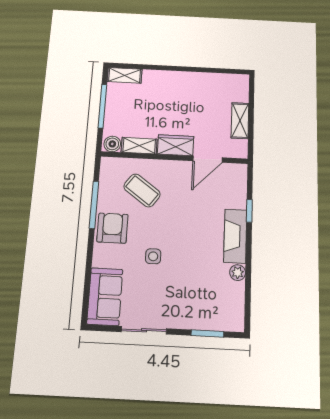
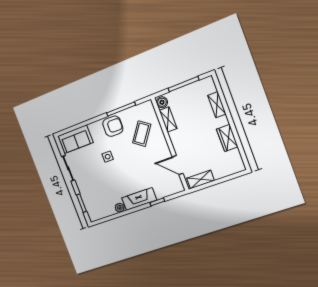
shelving: (125, 75) -> (217, 105), moved
shelving: (240, 121) -> (200, 179), moved
wardrobe: (176, 145) -> (227, 138), moved, turned 180

